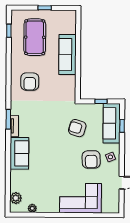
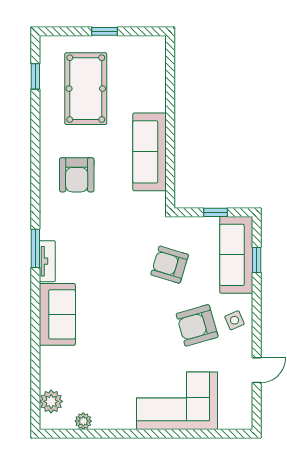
sofa: (67, 54) -> (150, 152), moved
armchair: (91, 159) -> (197, 325), turned 76

